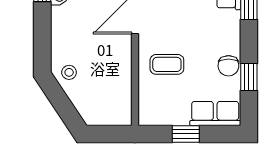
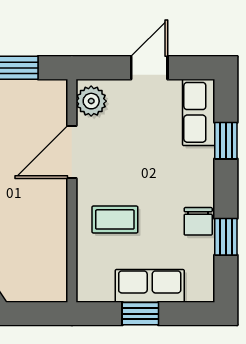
row of seats: (215, 113) -> (150, 286), moved

